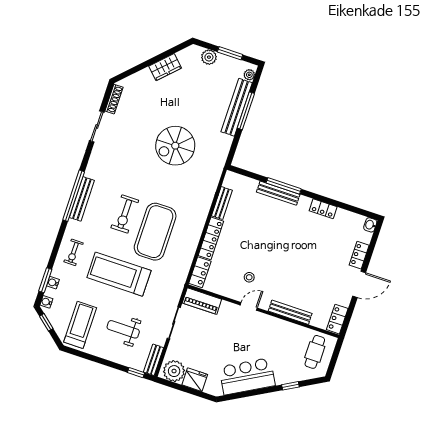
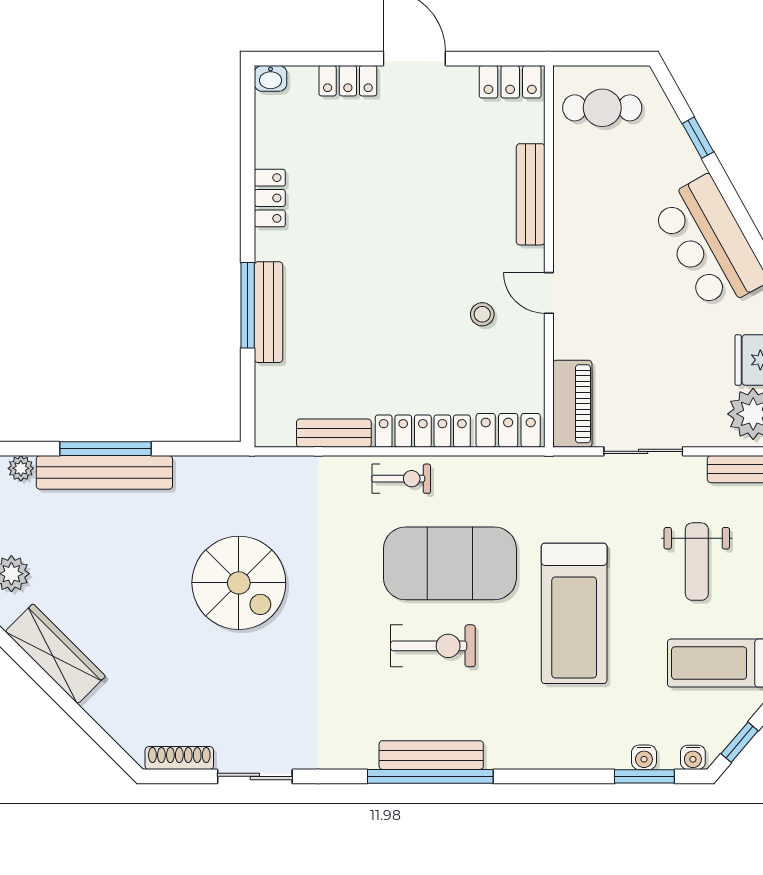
wardrobe: (165, 67) -> (55, 654), width x1.50
exercise bike: (73, 252) -> (401, 479), moved

